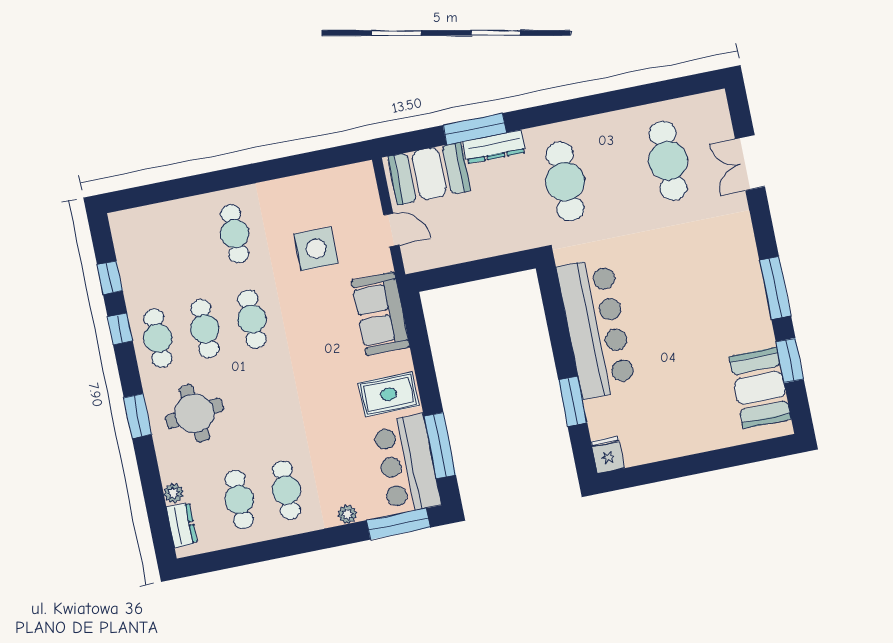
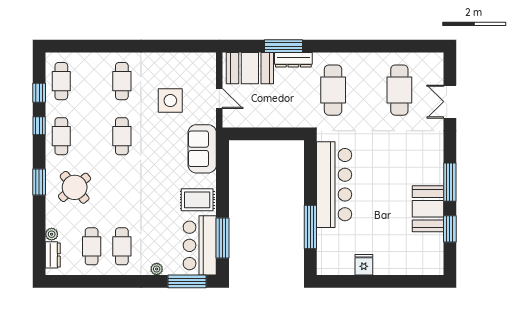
cafe table: (205, 329) -> (61, 81), moved
booth: (760, 388) -> (428, 209), moved
window: (573, 401) -> (310, 227), width x1.44
round table: (194, 413) -> (75, 187), turned -32
fridge: (608, 455) -> (364, 265), moved

